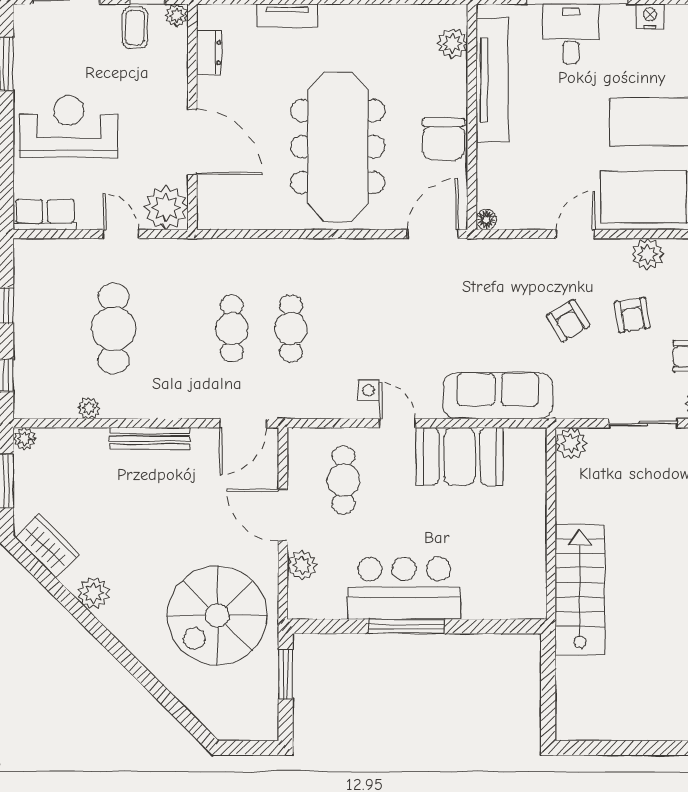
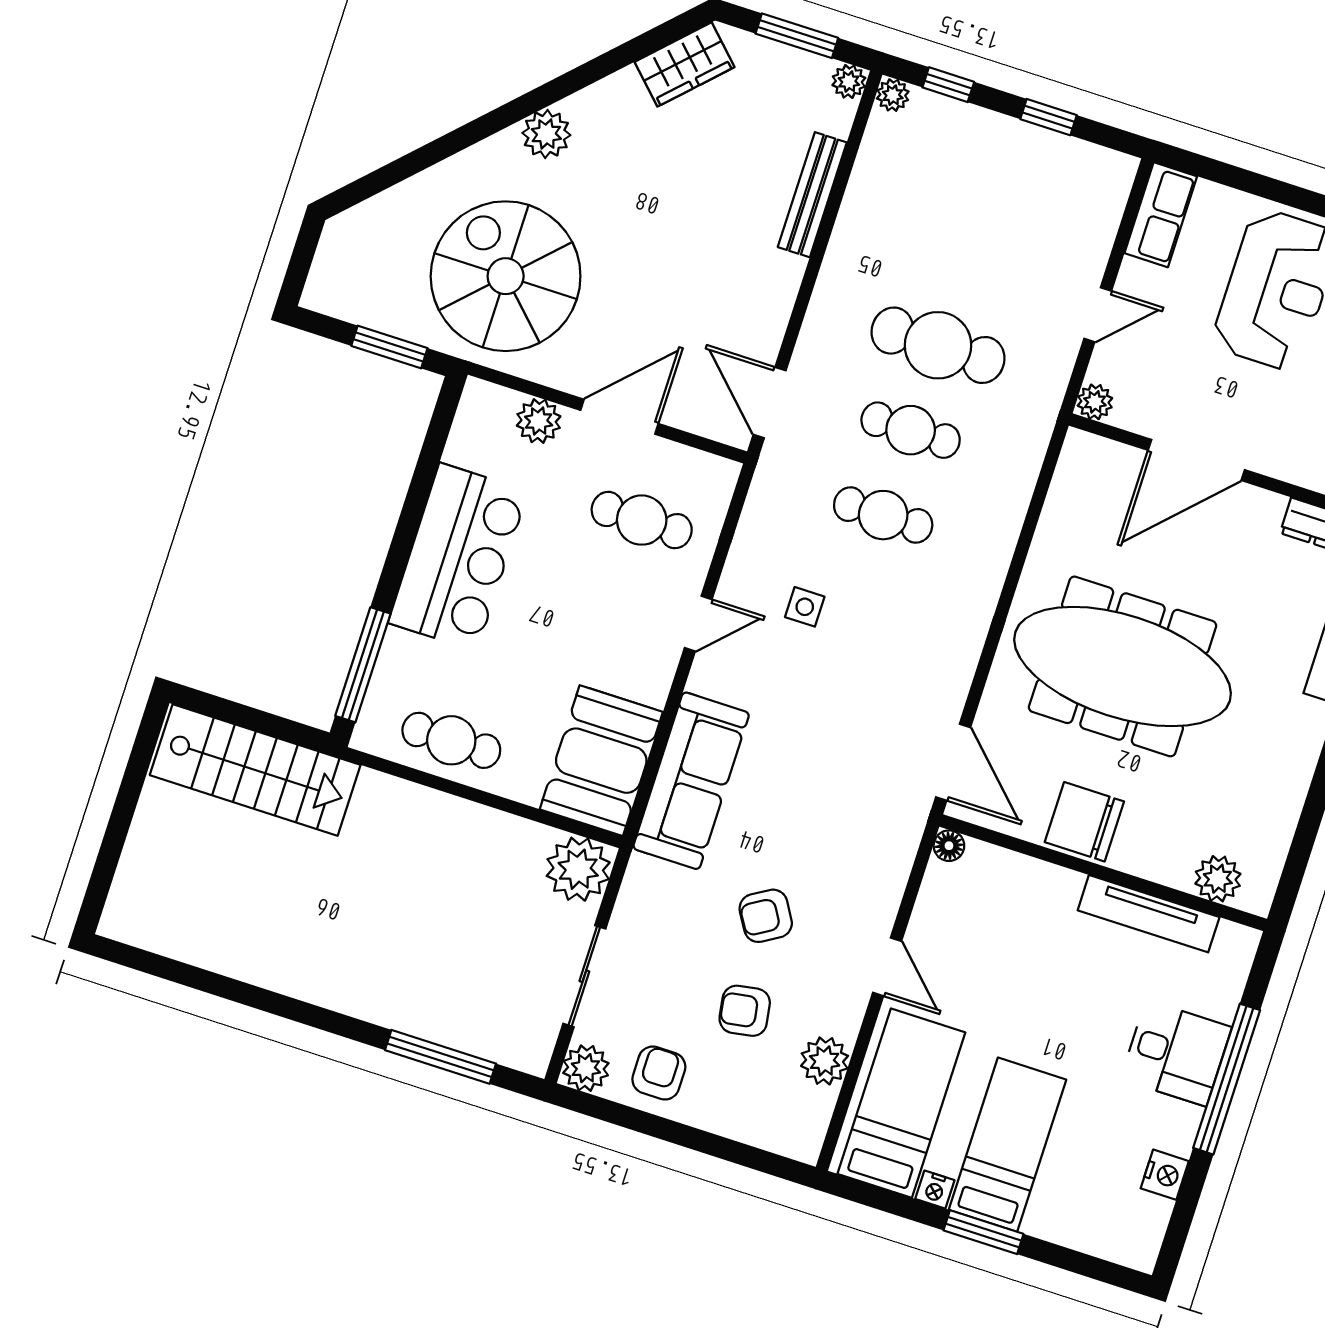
tv unit: (492, 80) -> (1149, 914), width x0.73, depth x0.78
plant: (166, 208) -> (1095, 402), width x0.53, depth x0.53
cafe table: (114, 329) -> (938, 345), moved
side table: (368, 390) -> (805, 607), moved
plant: (89, 408) -> (893, 95), moved
bench: (150, 439) -> (812, 195), moved
plant: (571, 443) -> (578, 869), width x1.36, depth x1.36
booth: (460, 456) -> (601, 761), moved
cafe table: (521, 555) -> (451, 740), added
stairs: (580, 590) -> (255, 770), moved
plant: (94, 593) -> (546, 134), moved
window: (406, 626) -> (363, 665), moved

